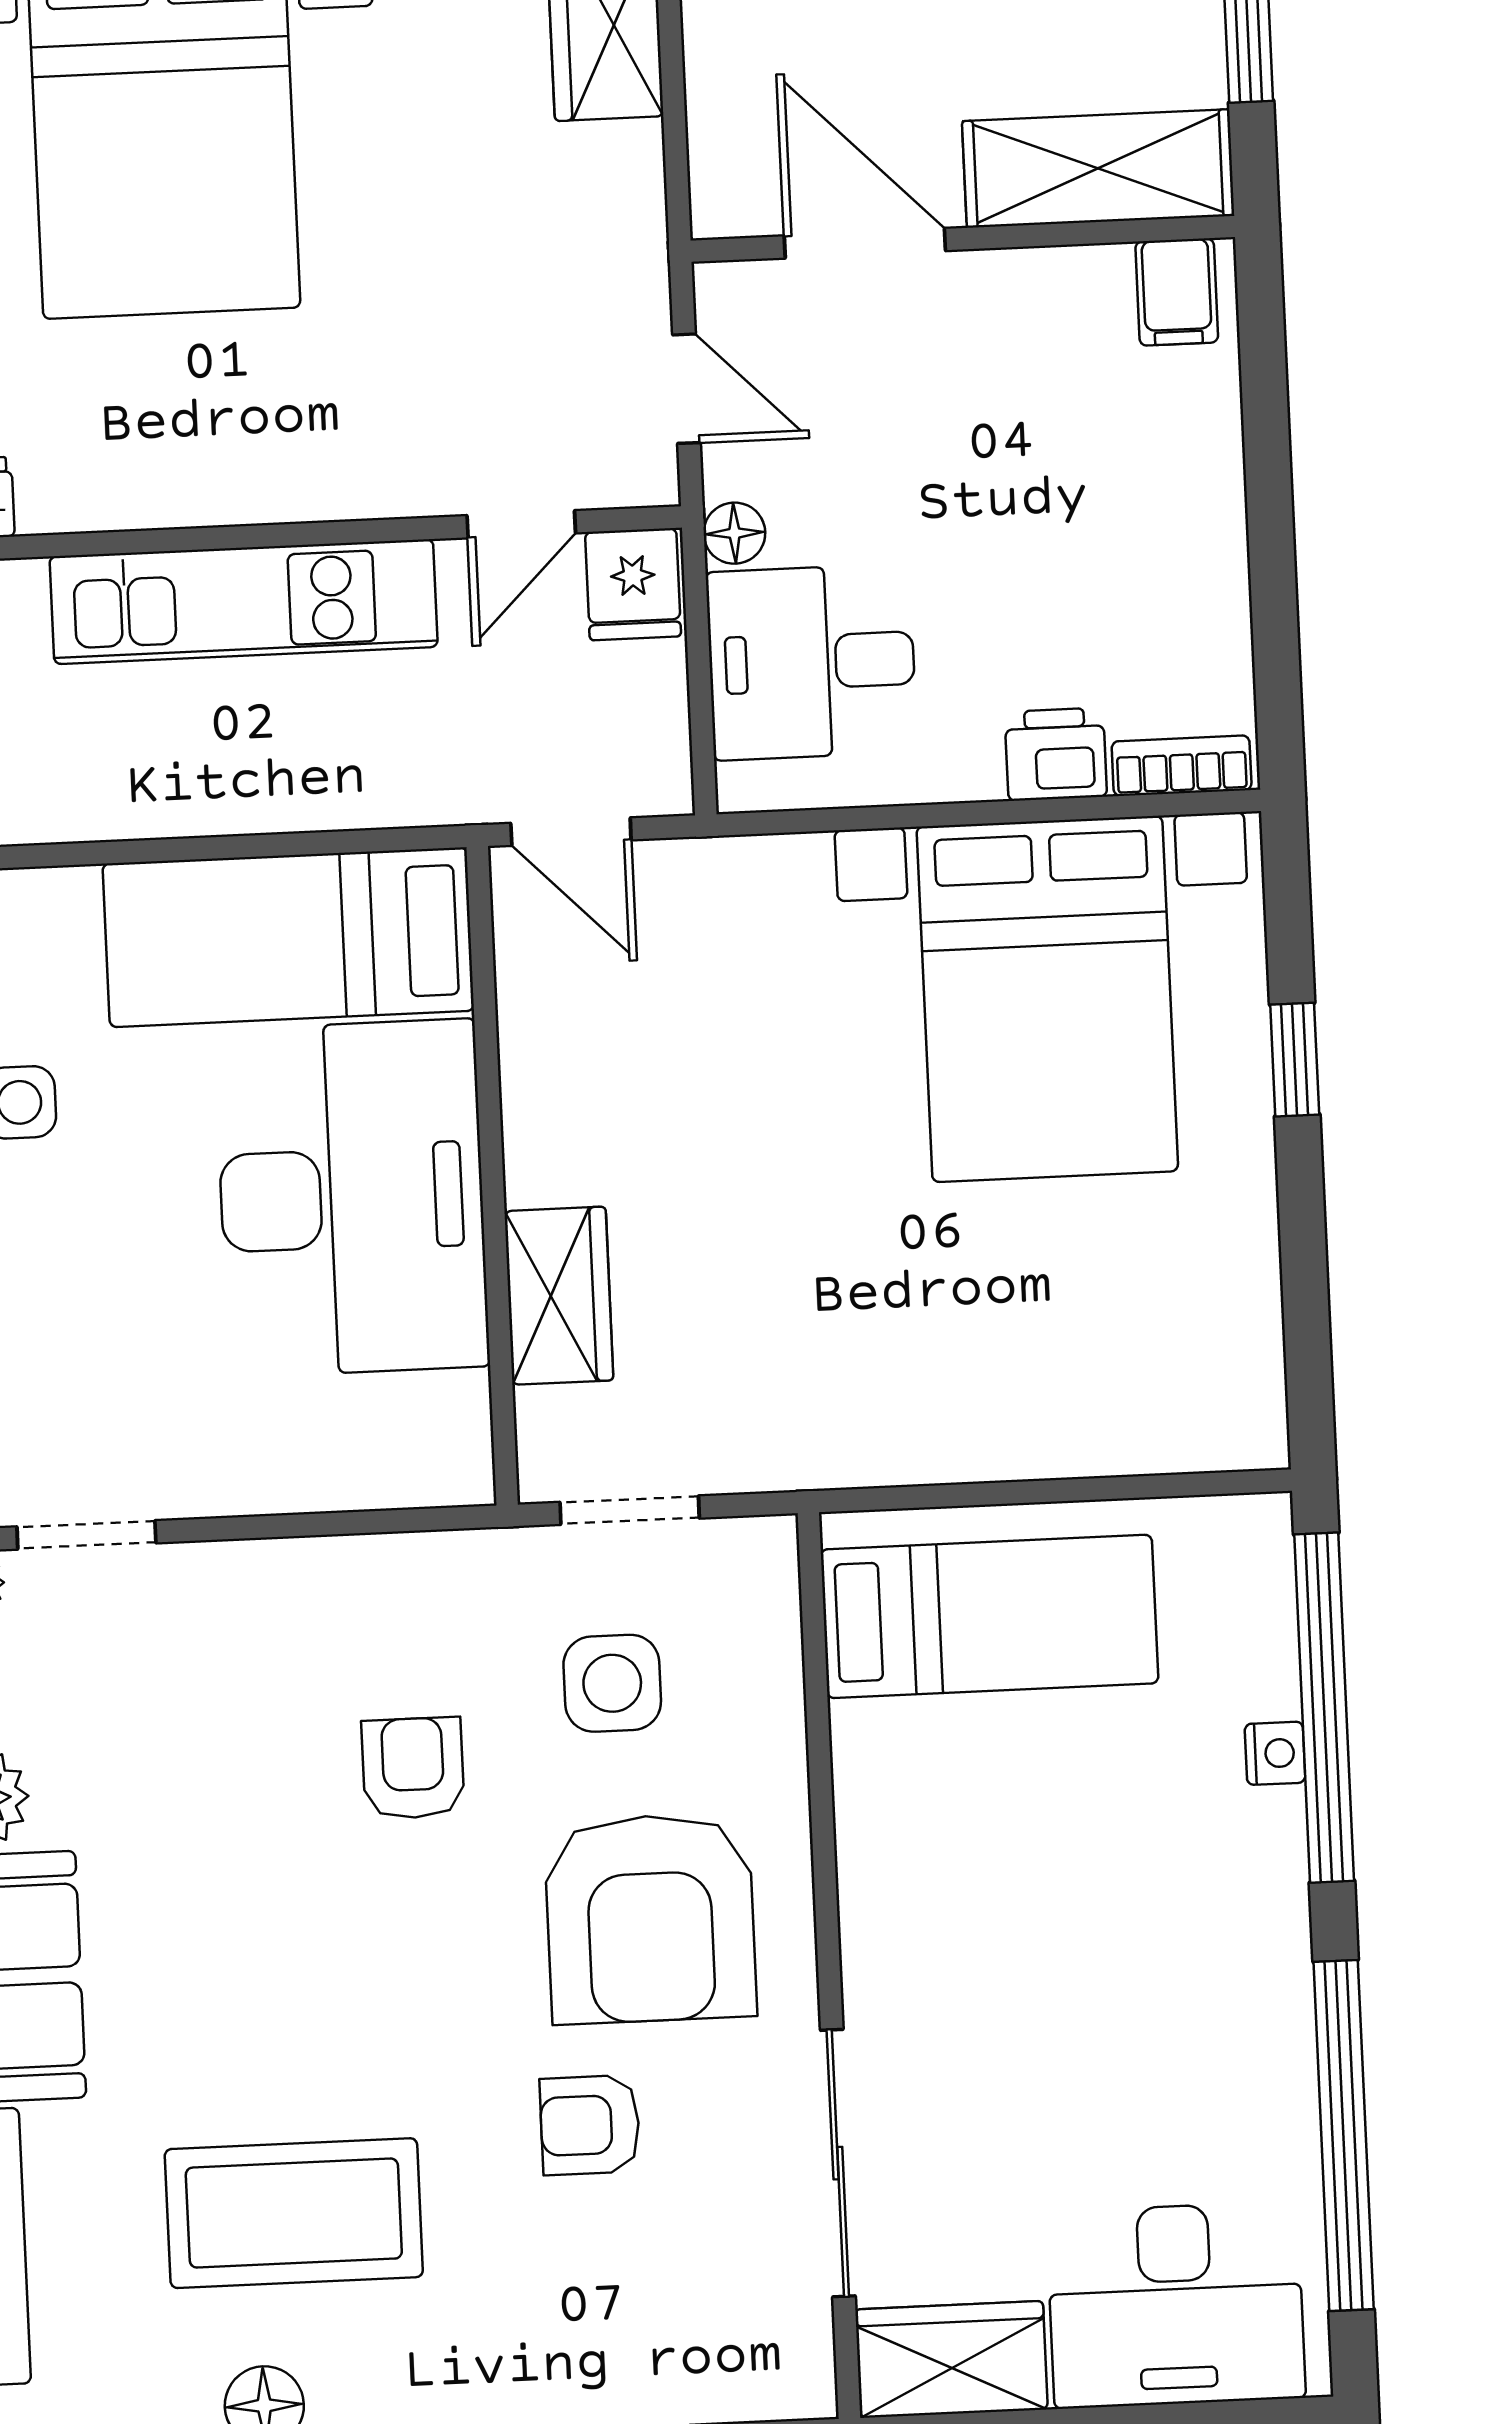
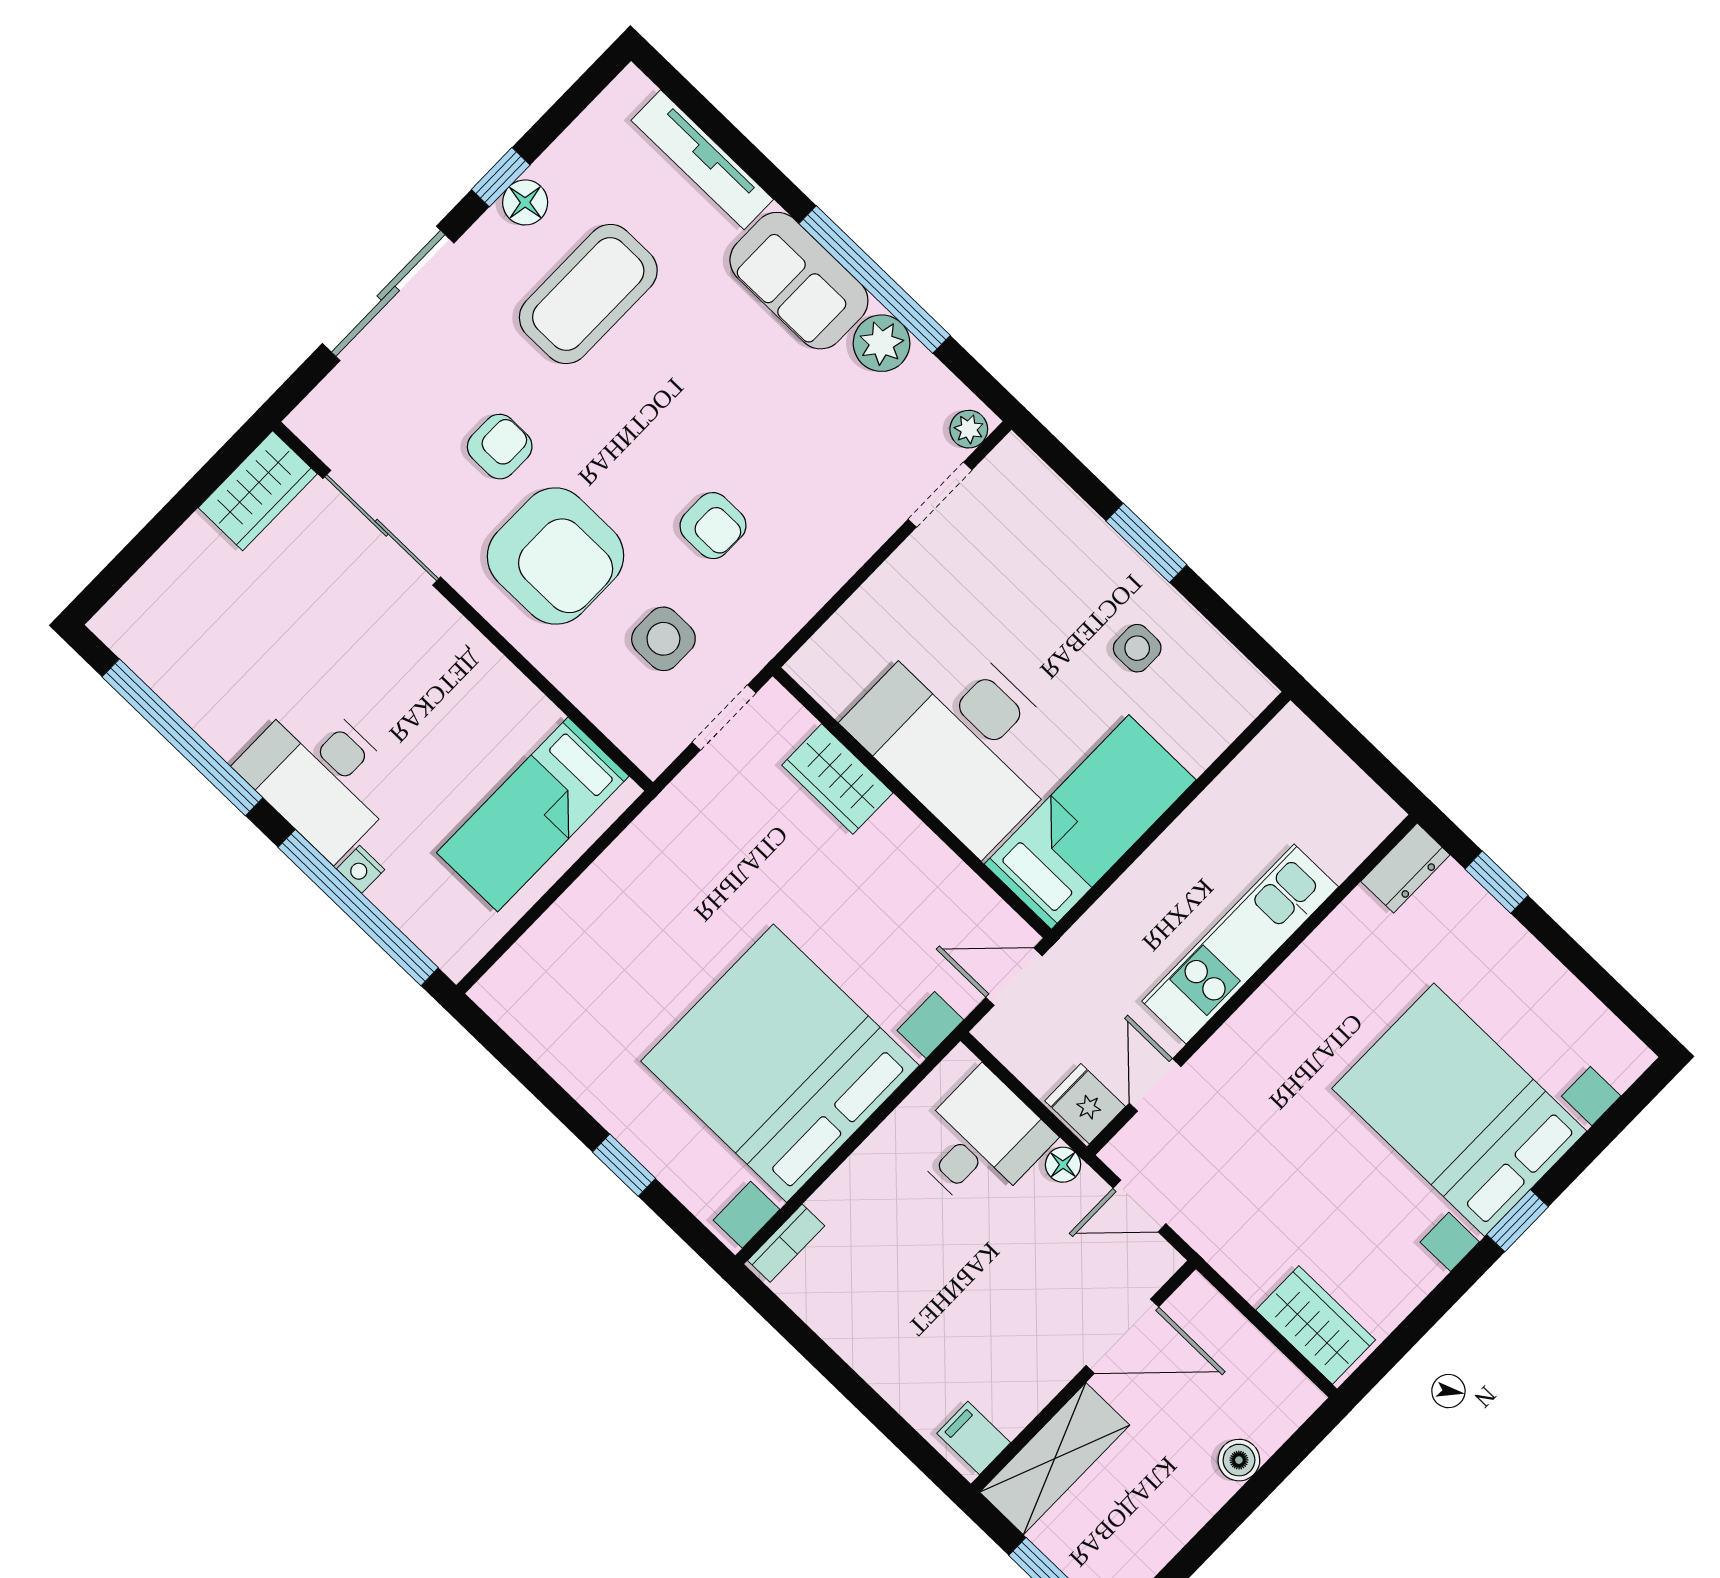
printer: (1056, 754) -> (843, 1199), removed
bed with nightstands: (1047, 999) -> (780, 1063), width x1.36
armchair: (650, 1918) -> (555, 556), turned 180
desk: (1176, 2305) -> (321, 776), moved, turned -90

